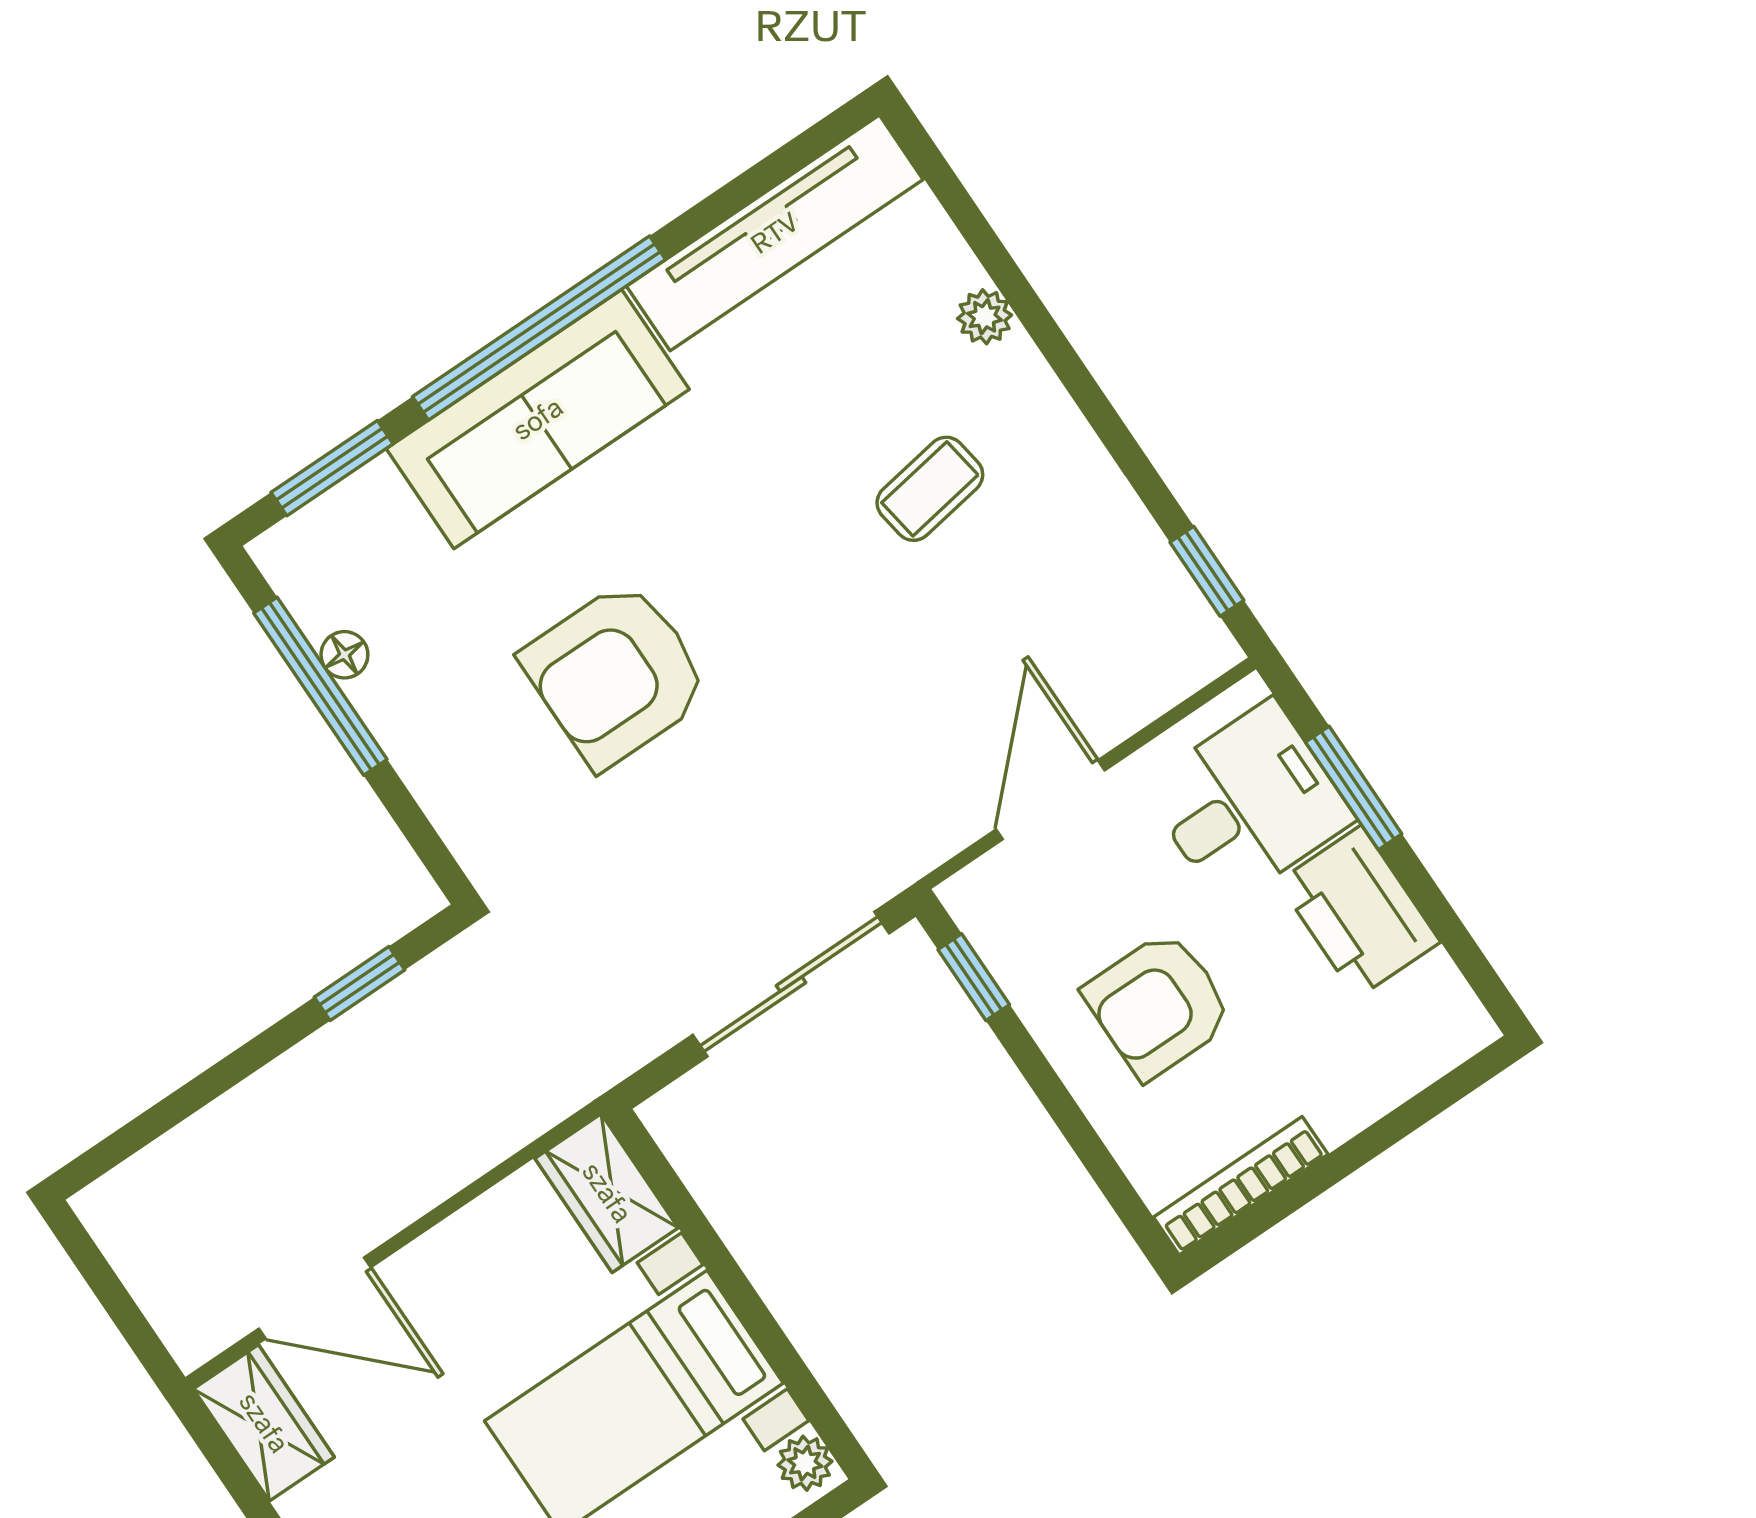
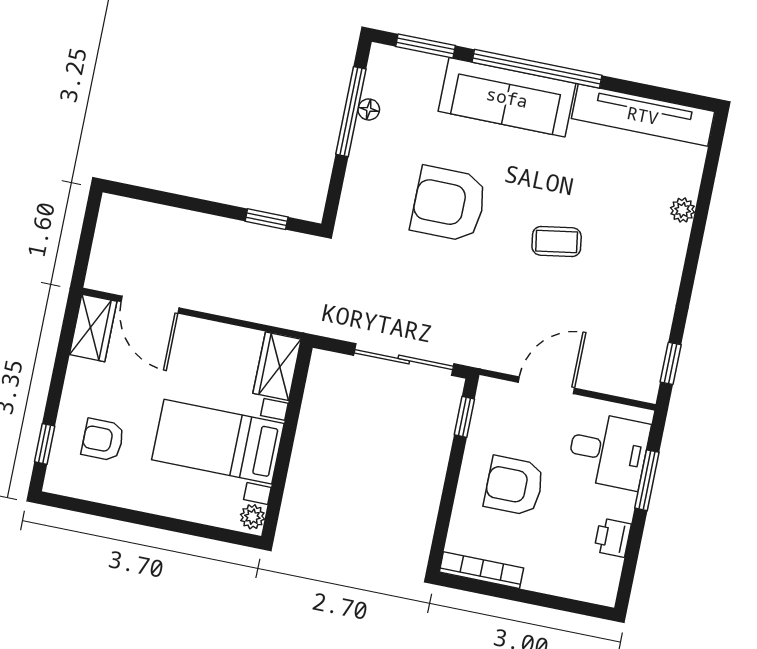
coffee table: (930, 489) -> (557, 242), moved
printer: (1359, 912) -> (613, 538), width x0.53, depth x0.68

